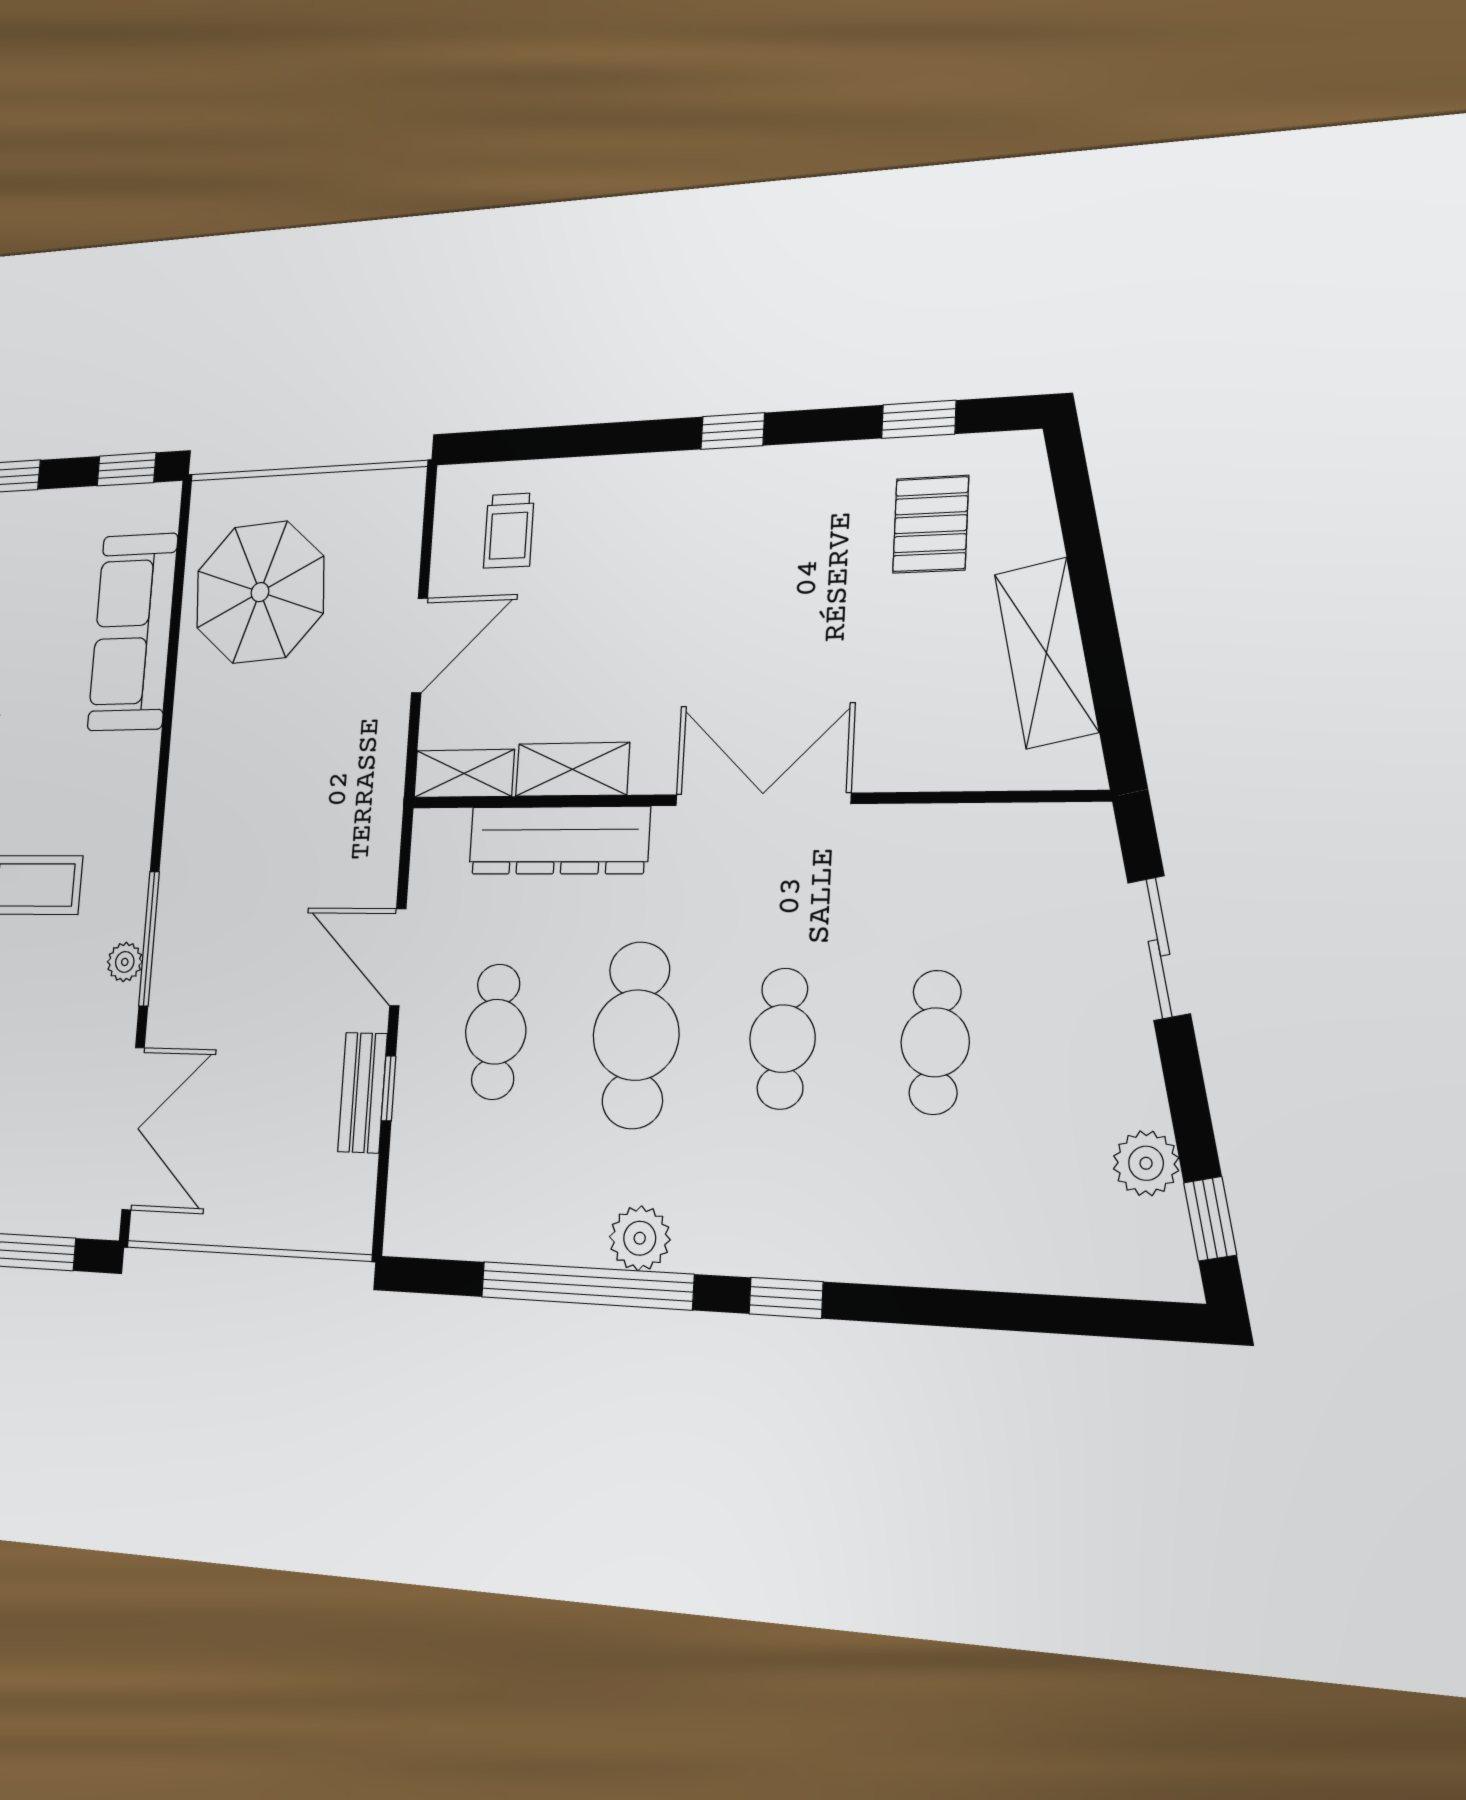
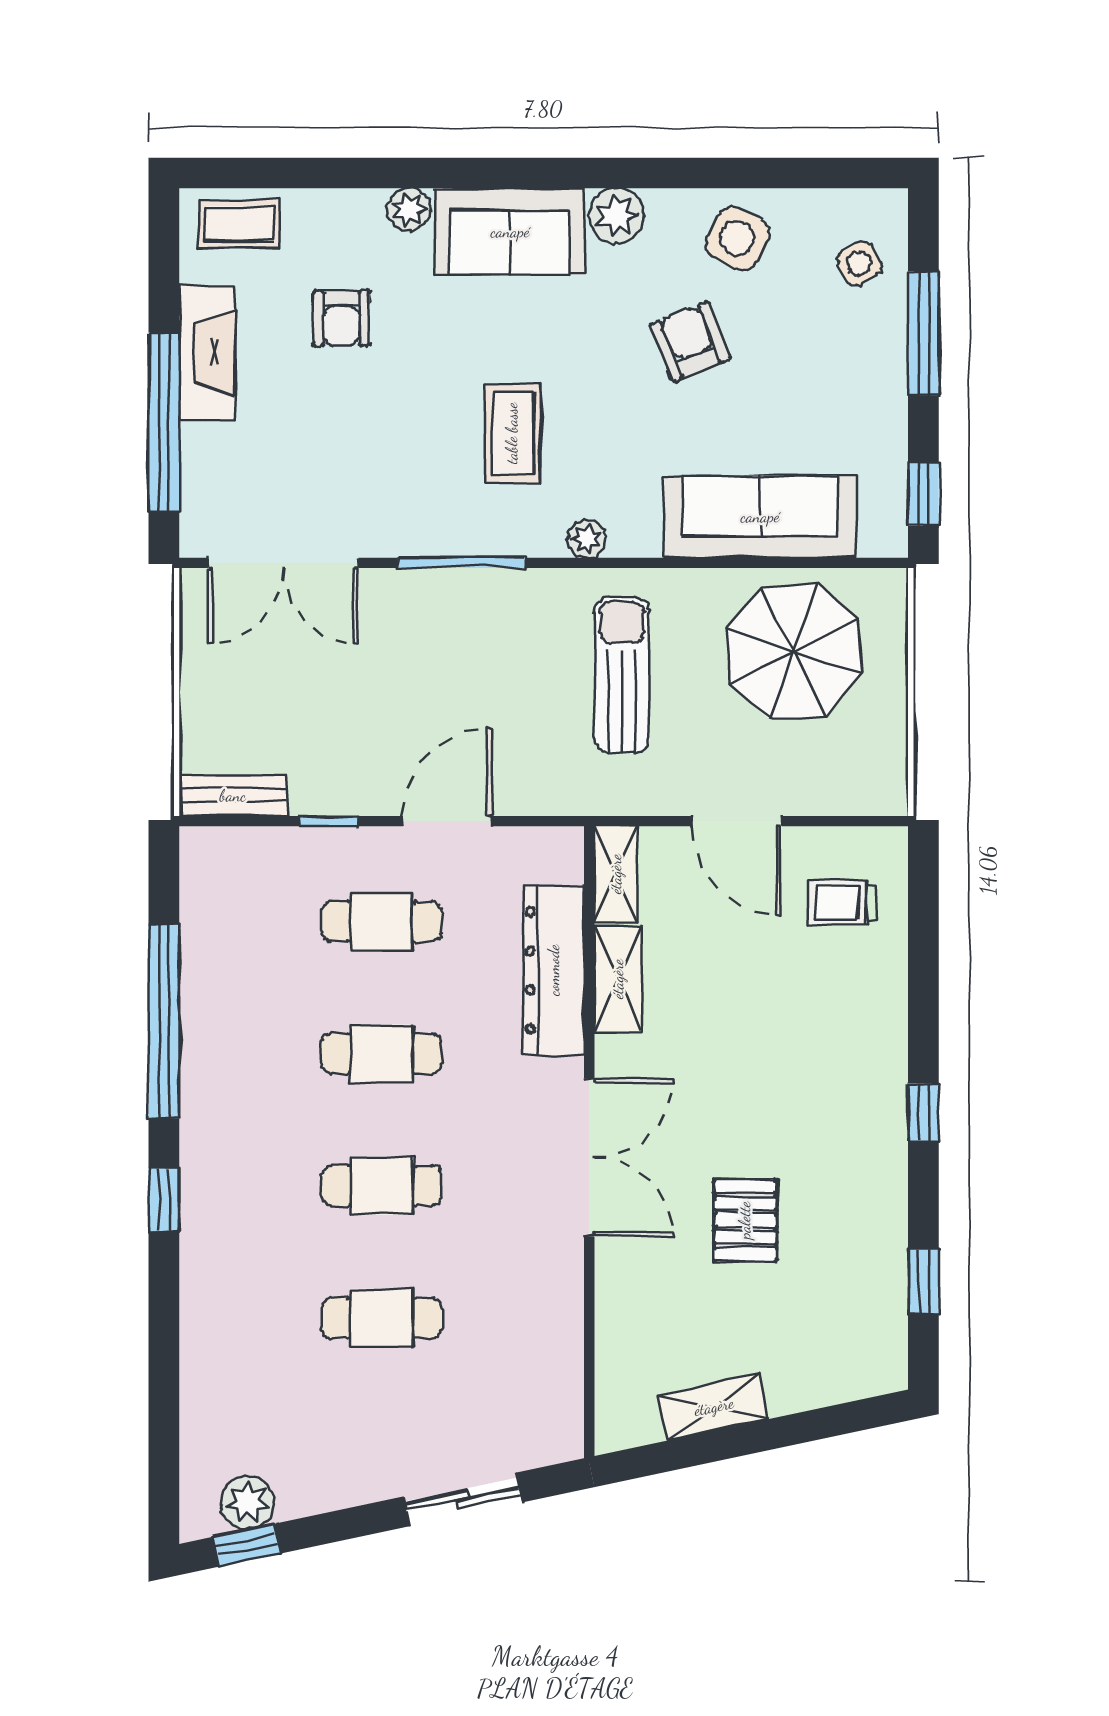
pallet: (931, 524) -> (745, 1220), moved, turned 90
shelving: (1046, 653) -> (714, 1407), width x0.67, depth x0.75
sun lounger: (268, 770) -> (622, 675), added
plant: (125, 962) -> (586, 539), moved
cafe table: (636, 1035) -> (382, 1054), width x0.73, depth x0.74
bench: (362, 1093) -> (233, 796), moved
plant: (1146, 1163) -> (247, 1503), moved
plant: (640, 1238) -> (207, 1067), removed

